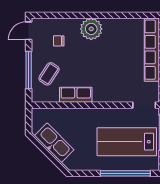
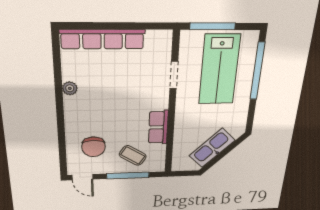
plant: (91, 29) -> (70, 88), moved, width x0.53, depth x0.53
chair: (59, 41) -> (93, 147), width x1.87, depth x1.87
doorway: (144, 105) -> (174, 75), moved

